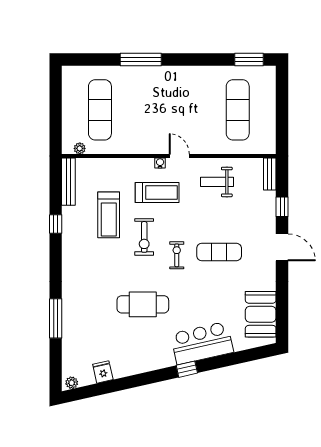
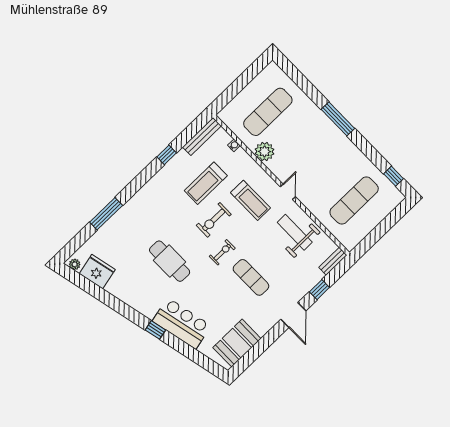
window: (141, 59) -> (338, 119), moved
window: (249, 59) -> (393, 176), width x0.67
plant: (80, 148) -> (264, 152), moved, width x1.87, depth x1.87
water cooler: (160, 163) -> (234, 145), moved
weight bench: (217, 182) -> (295, 232), width x1.36, depth x1.33
fridge: (103, 372) -> (97, 272), width x1.88, depth x1.34

